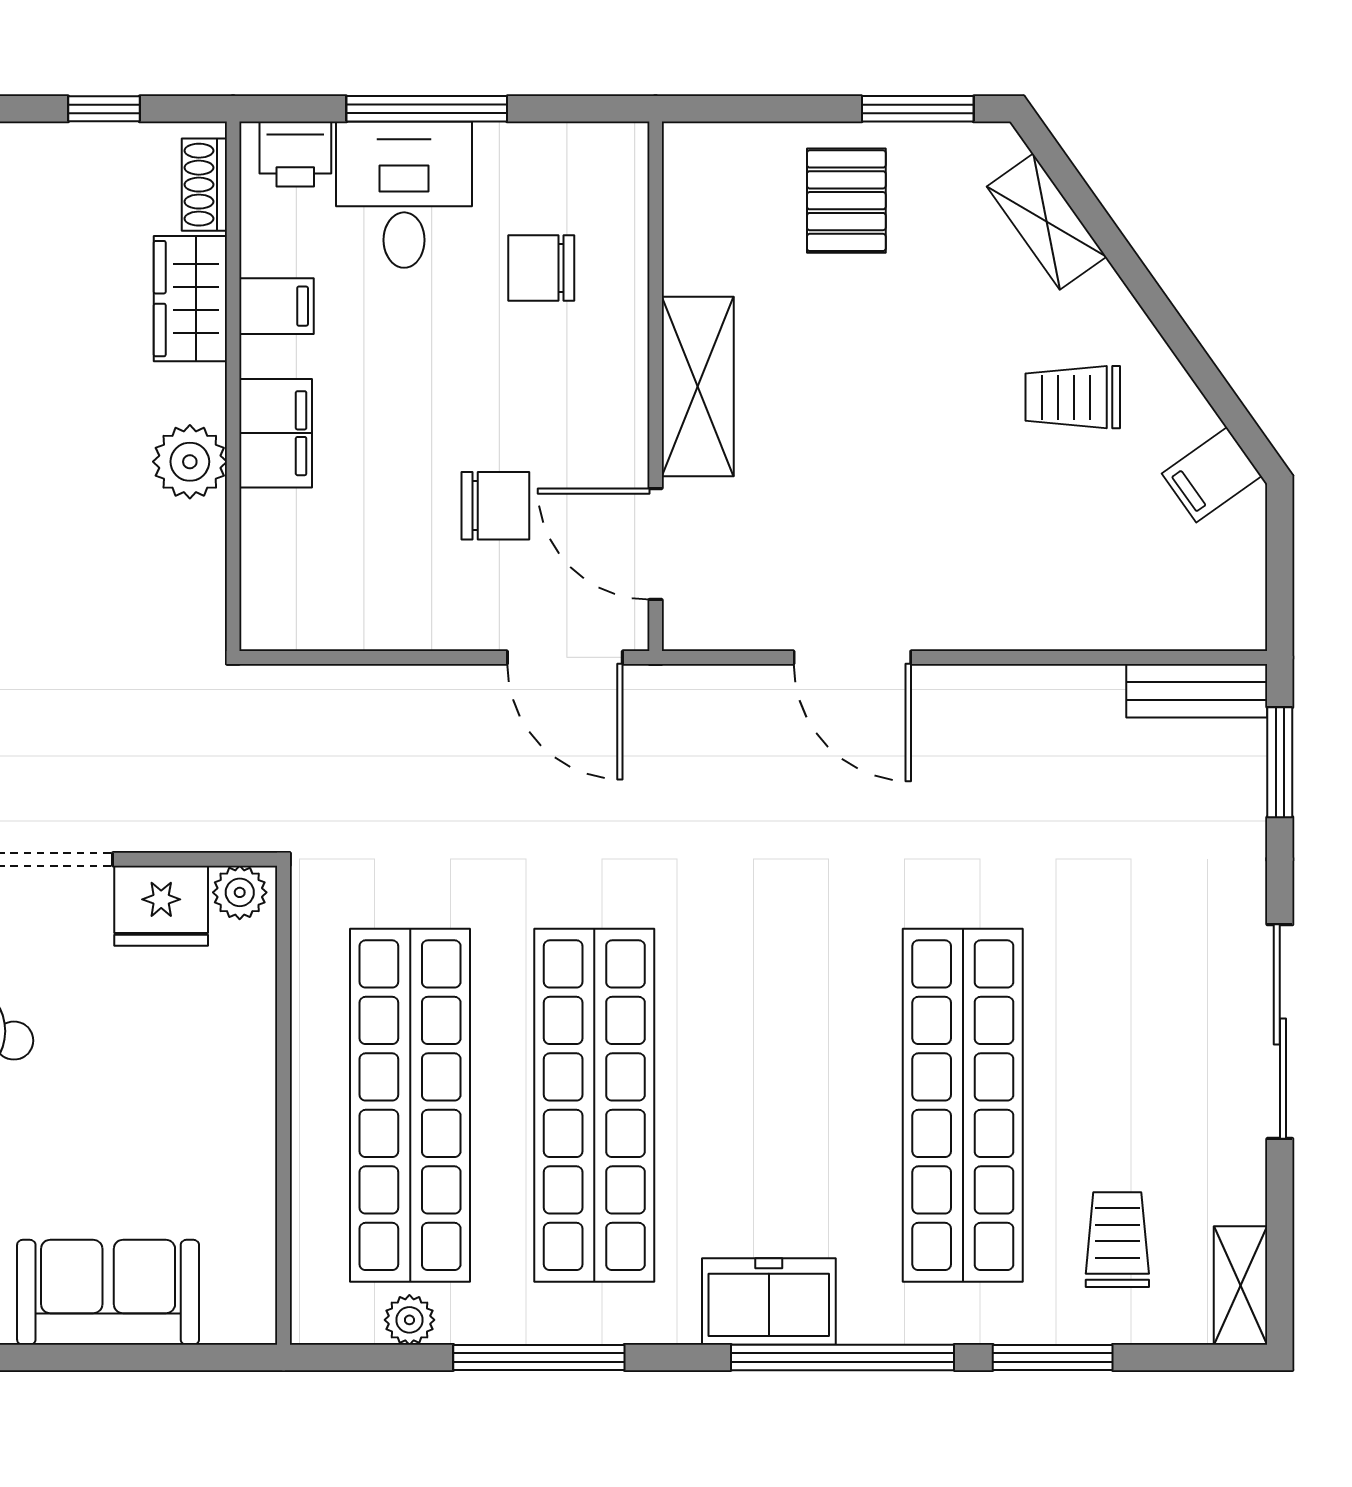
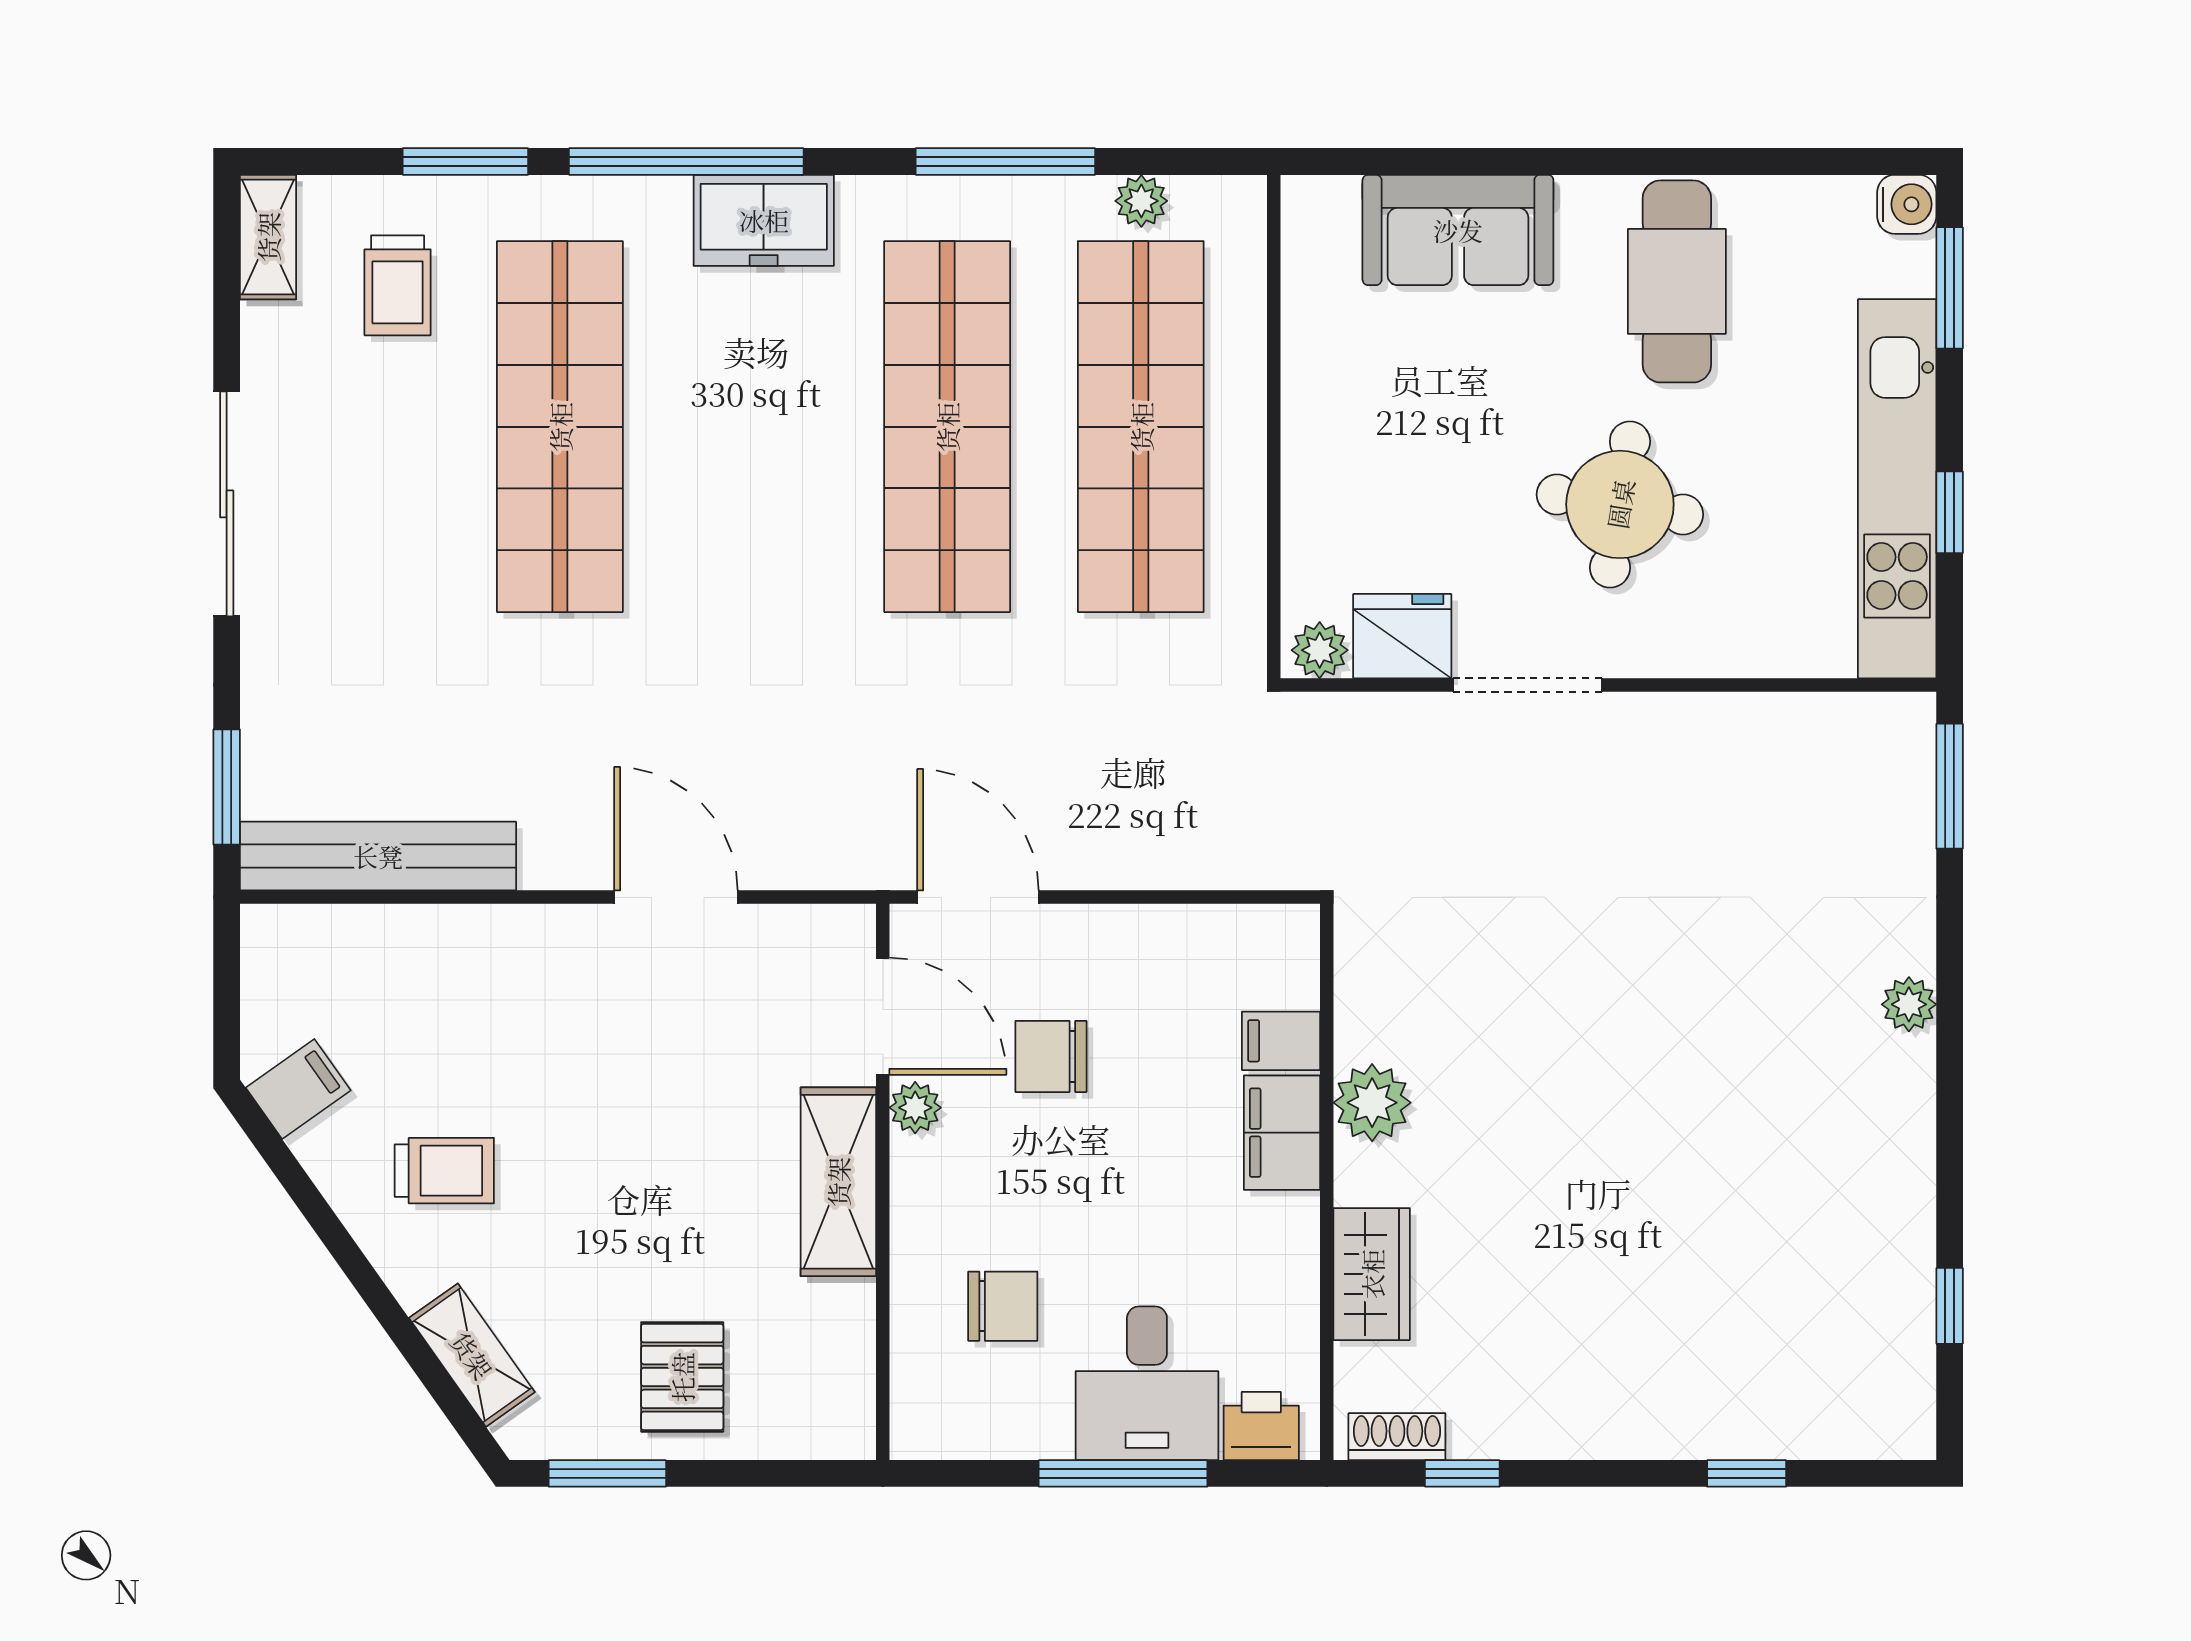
shoe rack: (204, 185) -> (1397, 1437), moved, turned -90
filing cabinet: (277, 306) -> (1281, 1041), moved
plant: (625, 457) -> (915, 1108), added
bench: (1197, 691) -> (378, 856), width x1.86, depth x1.21

